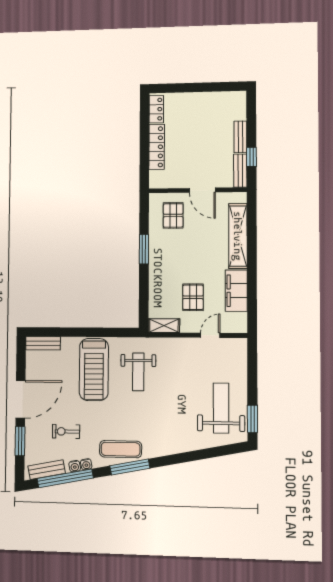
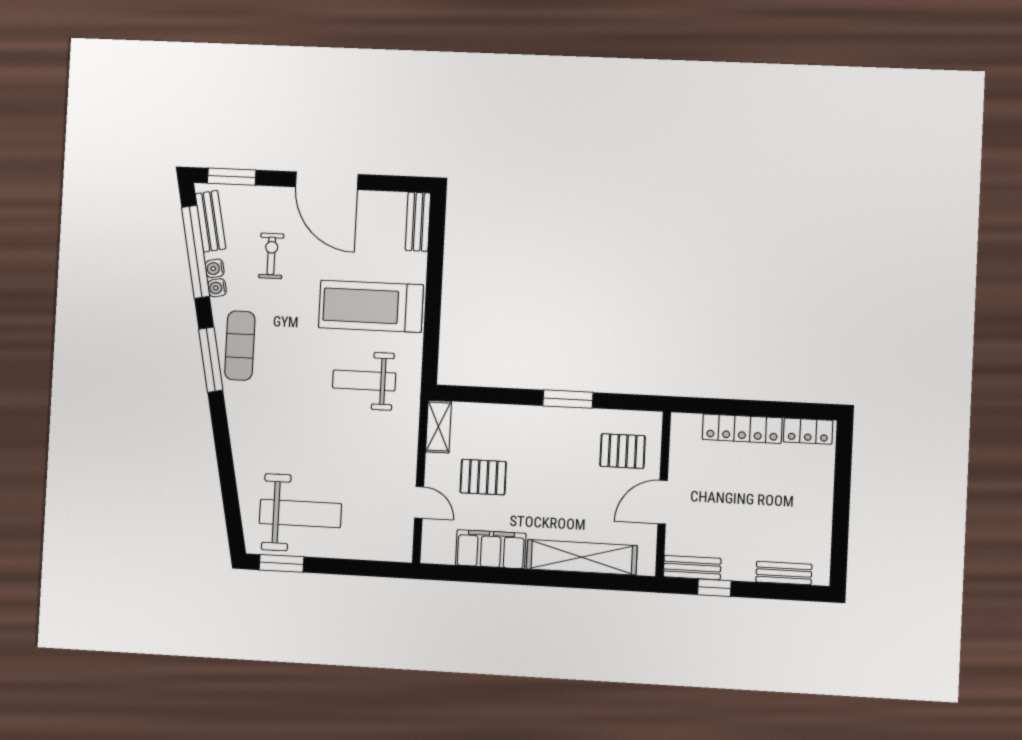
bench: (240, 137) -> (784, 573), moved
window: (20, 441) -> (232, 177), moved

